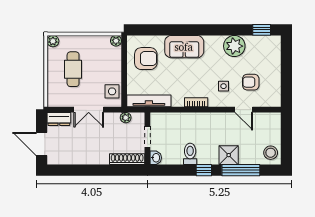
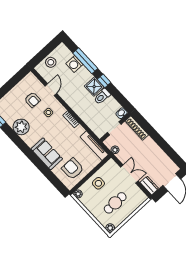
side table: (112, 91) -> (98, 183), moved
stool: (271, 153) -> (51, 62), moved
shower: (229, 155) -> (94, 87), moved
washing machine: (248, 156) -> (74, 64), added

